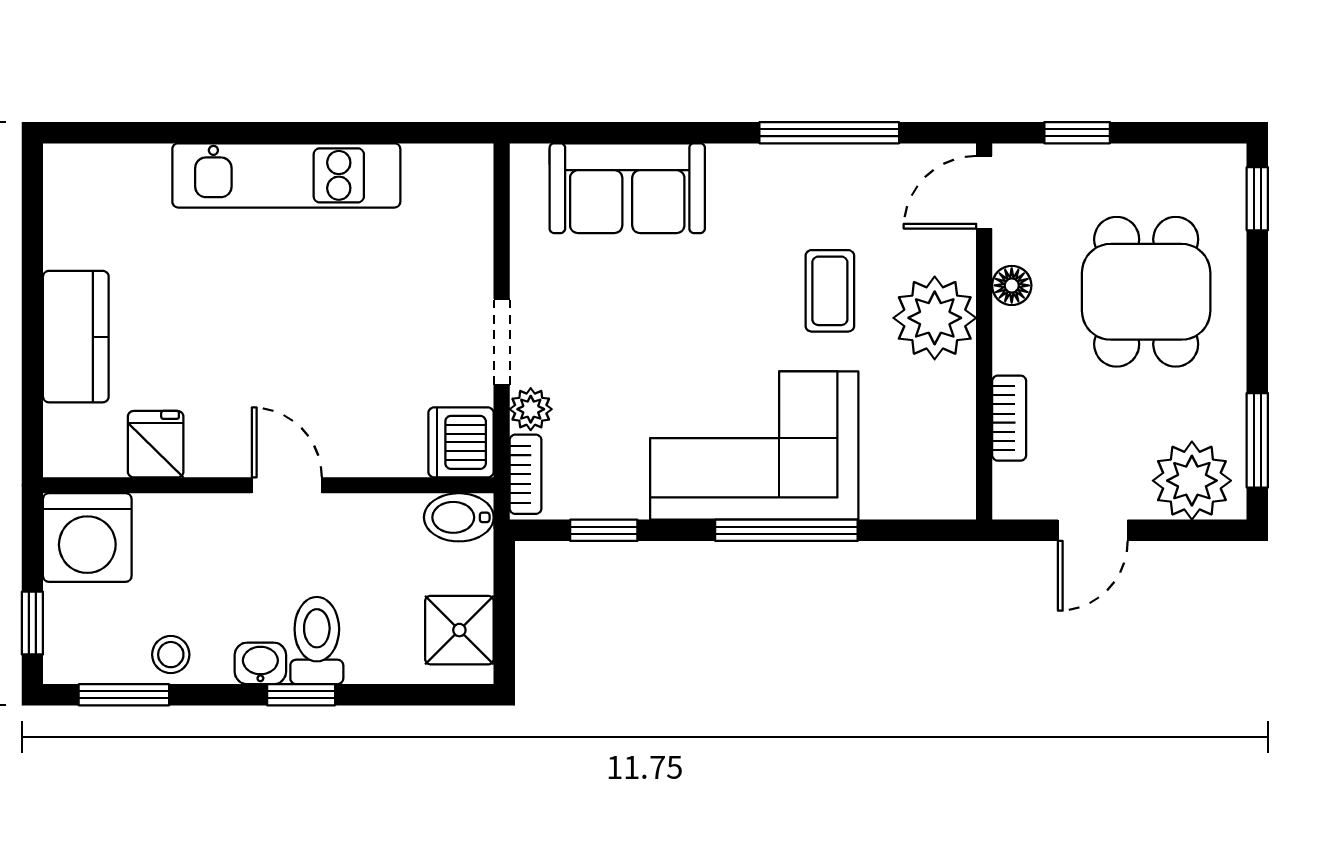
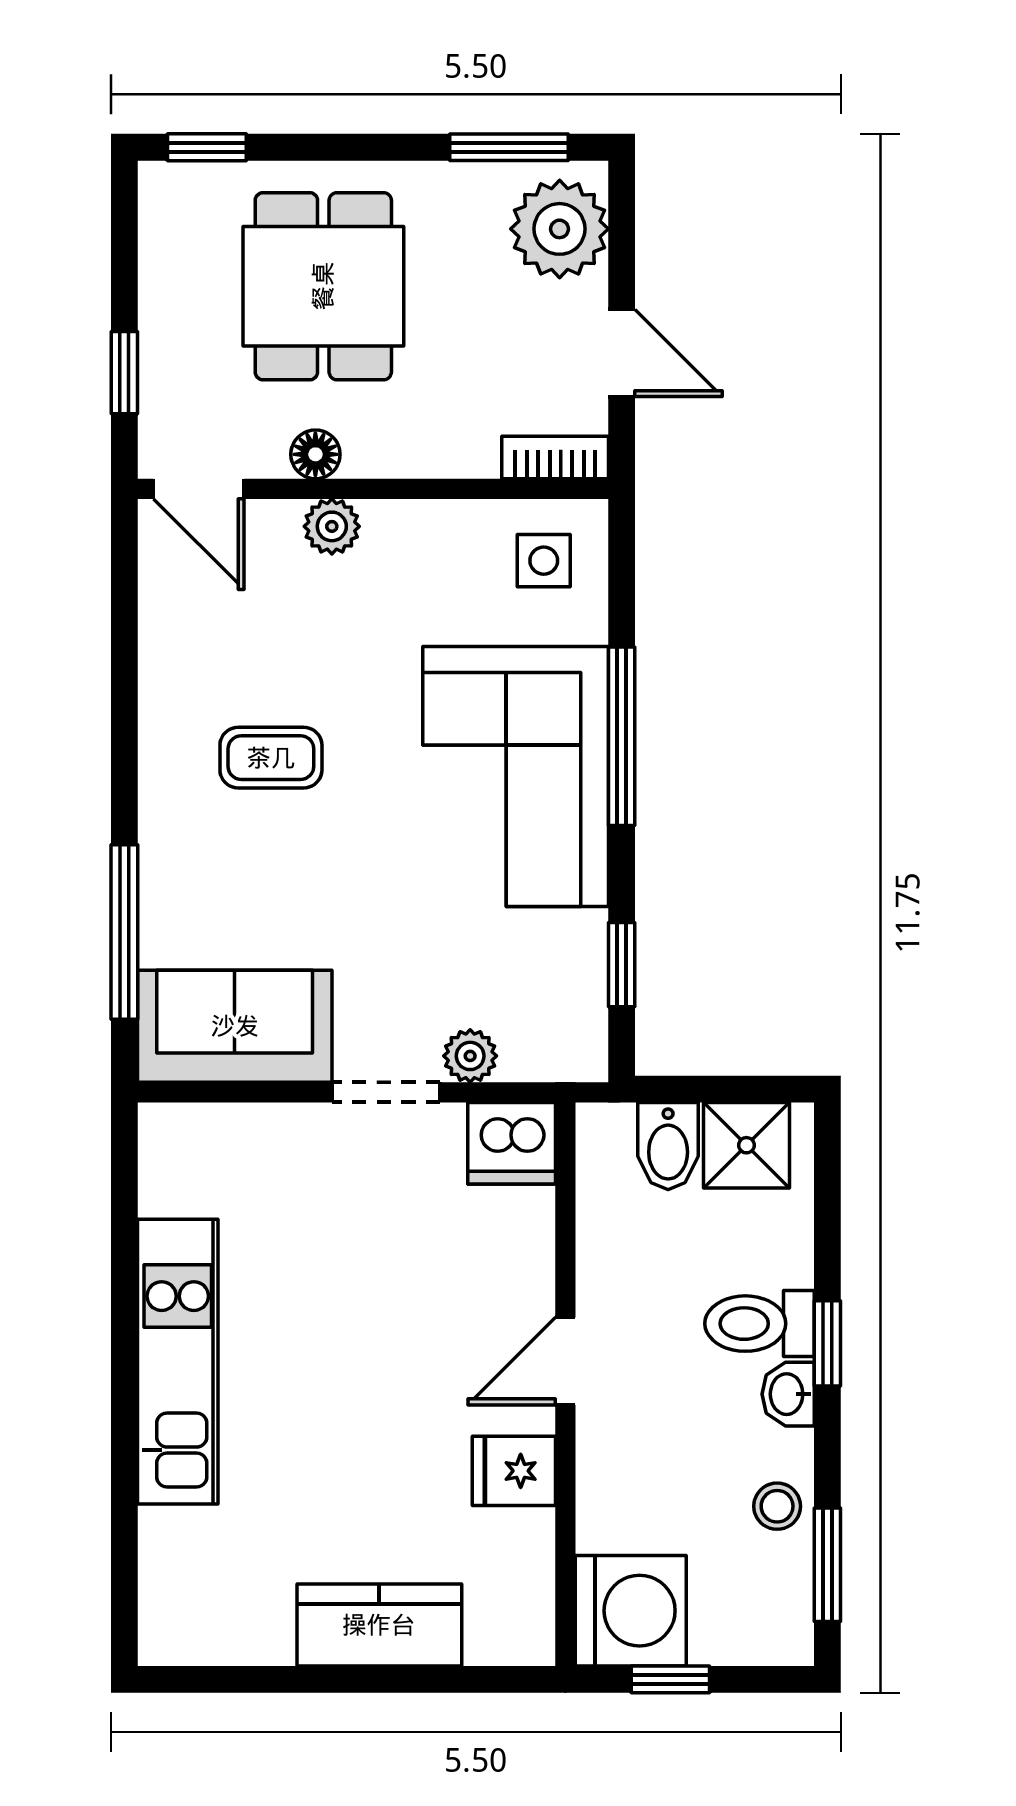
window: (829, 133) -> (124, 932), moved
sofa: (627, 188) -> (235, 1026), moved, turned -90
coffee table: (830, 291) -> (271, 758), moved
dining table: (1146, 292) -> (323, 286), turned 90
plant: (935, 318) -> (332, 526), width x0.53, depth x0.53
bookcase: (1009, 418) -> (555, 458), moved
fridge: (156, 444) -> (514, 1471), moved
side table: (927, 468) -> (544, 561), added
bookcase: (526, 474) -> (552, 1063), removed
bidet: (459, 517) -> (668, 1146), moved
window: (32, 623) -> (670, 1679), moved

